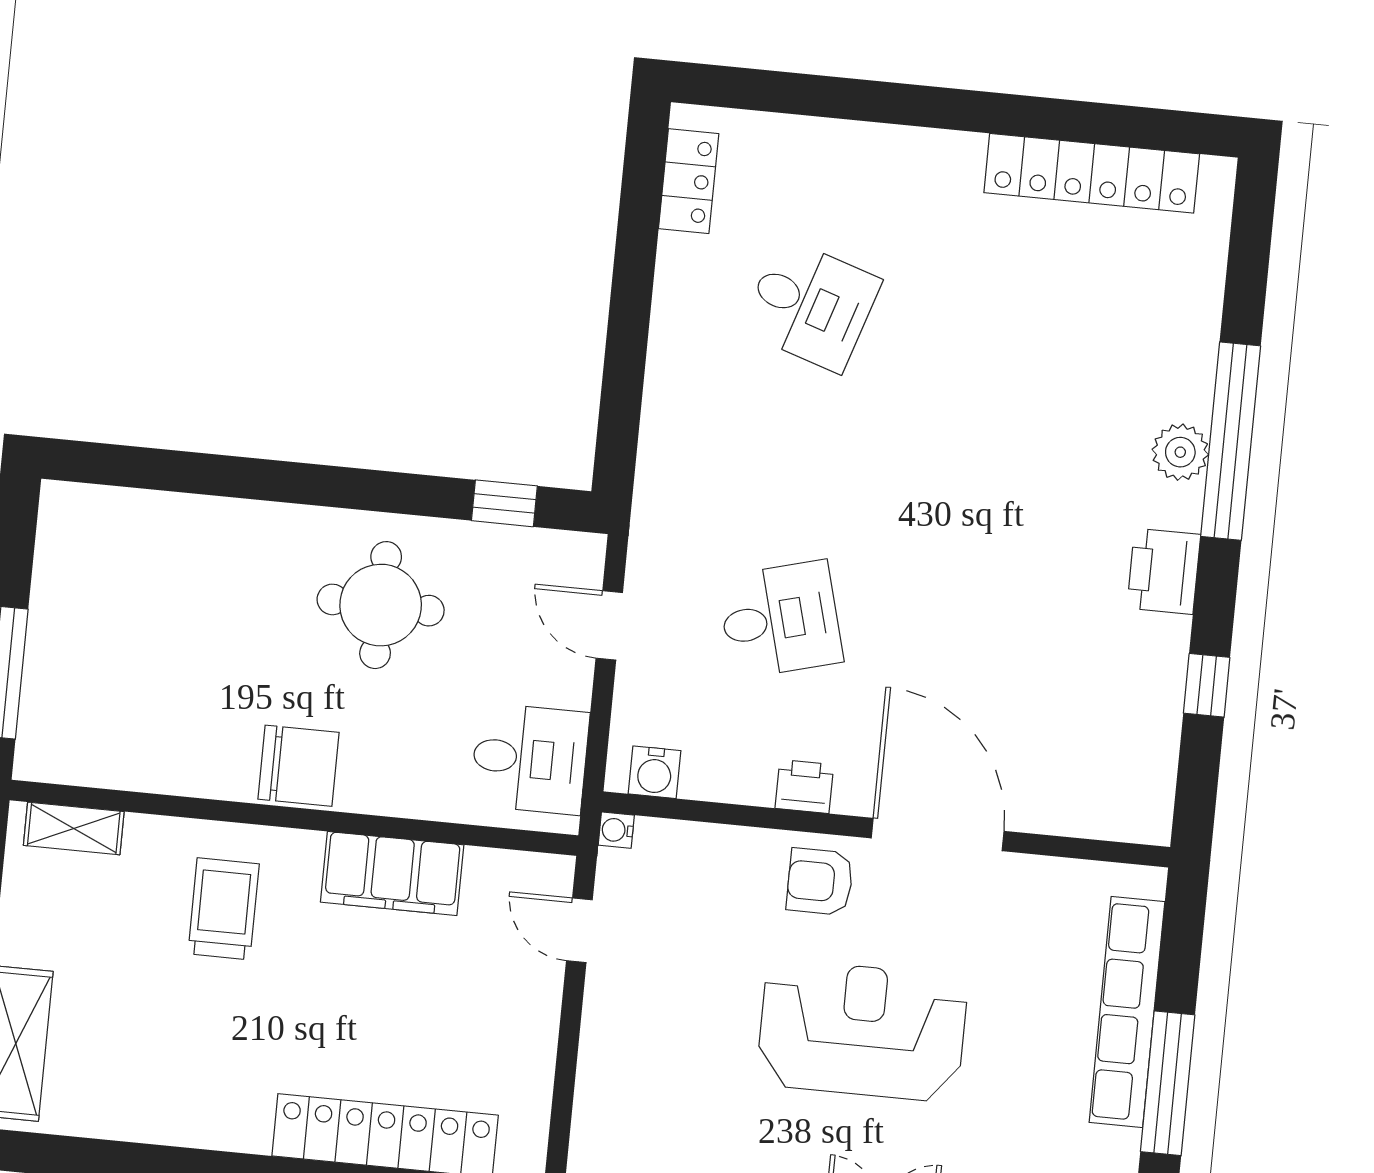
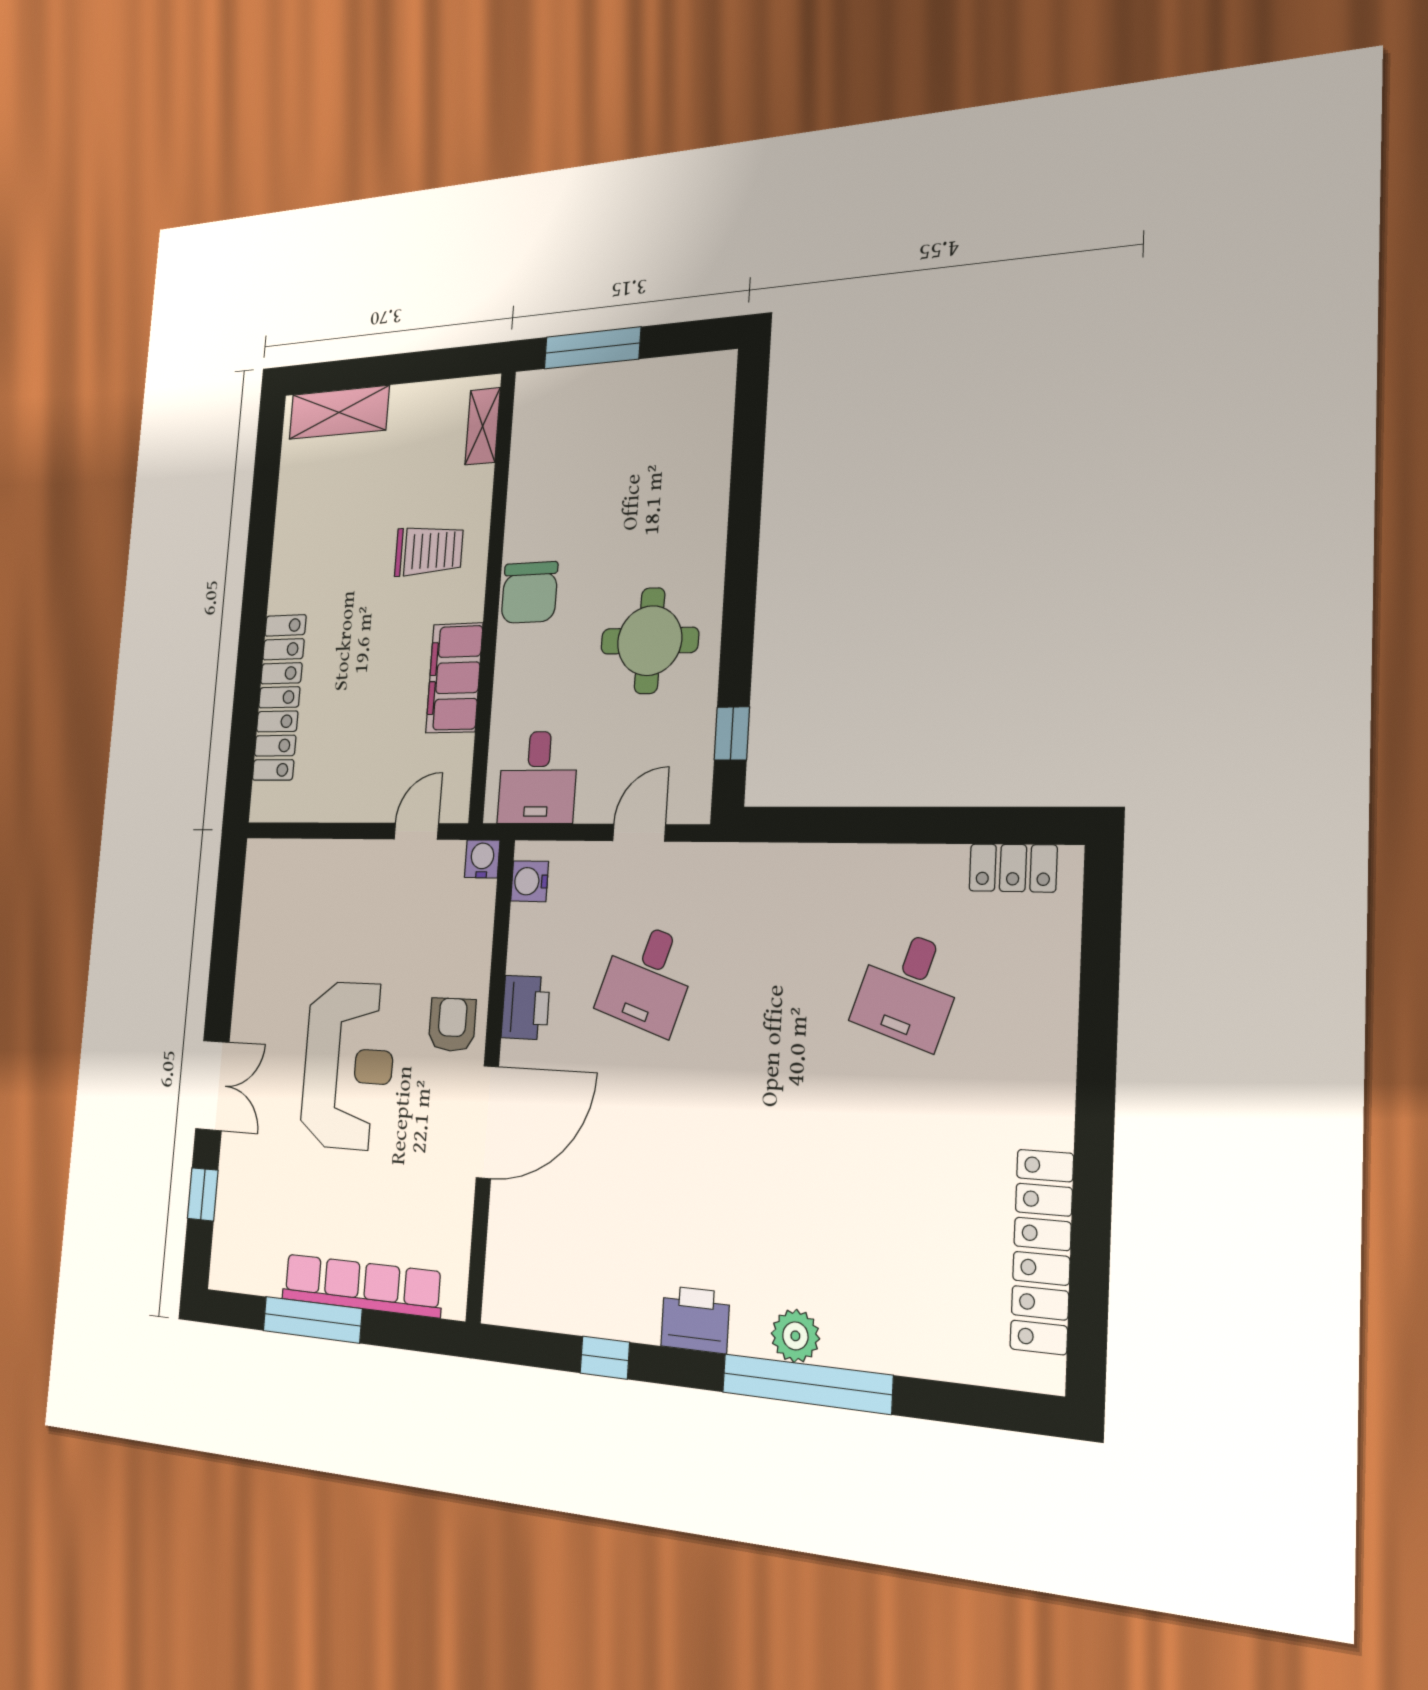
desk: (780, 620) -> (647, 978), turned 33
printer: (804, 786) -> (525, 1008), width x1.36, depth x1.24
water cooler: (616, 830) -> (482, 859), width x1.38, depth x1.38

